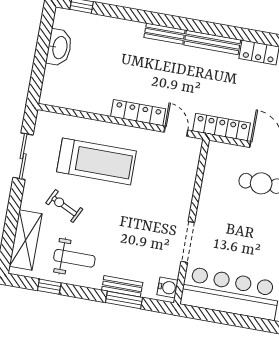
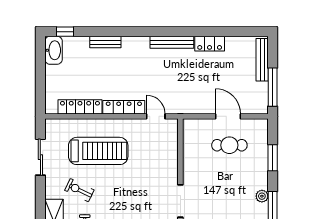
bench: (165, 34) -> (105, 42), moved
washbasin: (59, 47) -> (53, 50), moved
locker: (222, 127) -> (80, 107), moved

